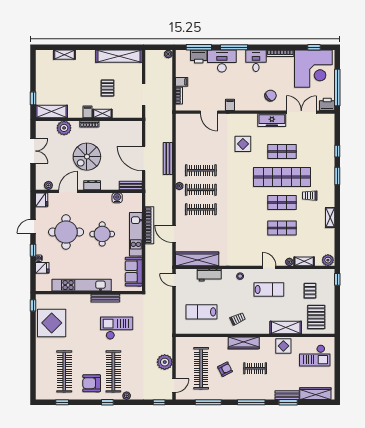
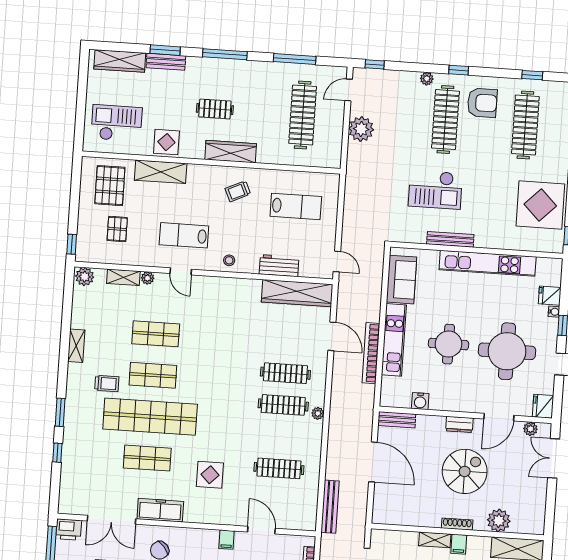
double door: (33, 151) -> (554, 458), moved
bench: (168, 159) -> (330, 507), moved
clothes rail: (201, 170) -> (279, 468), moved
armchair: (225, 369) -> (264, 111), removed

